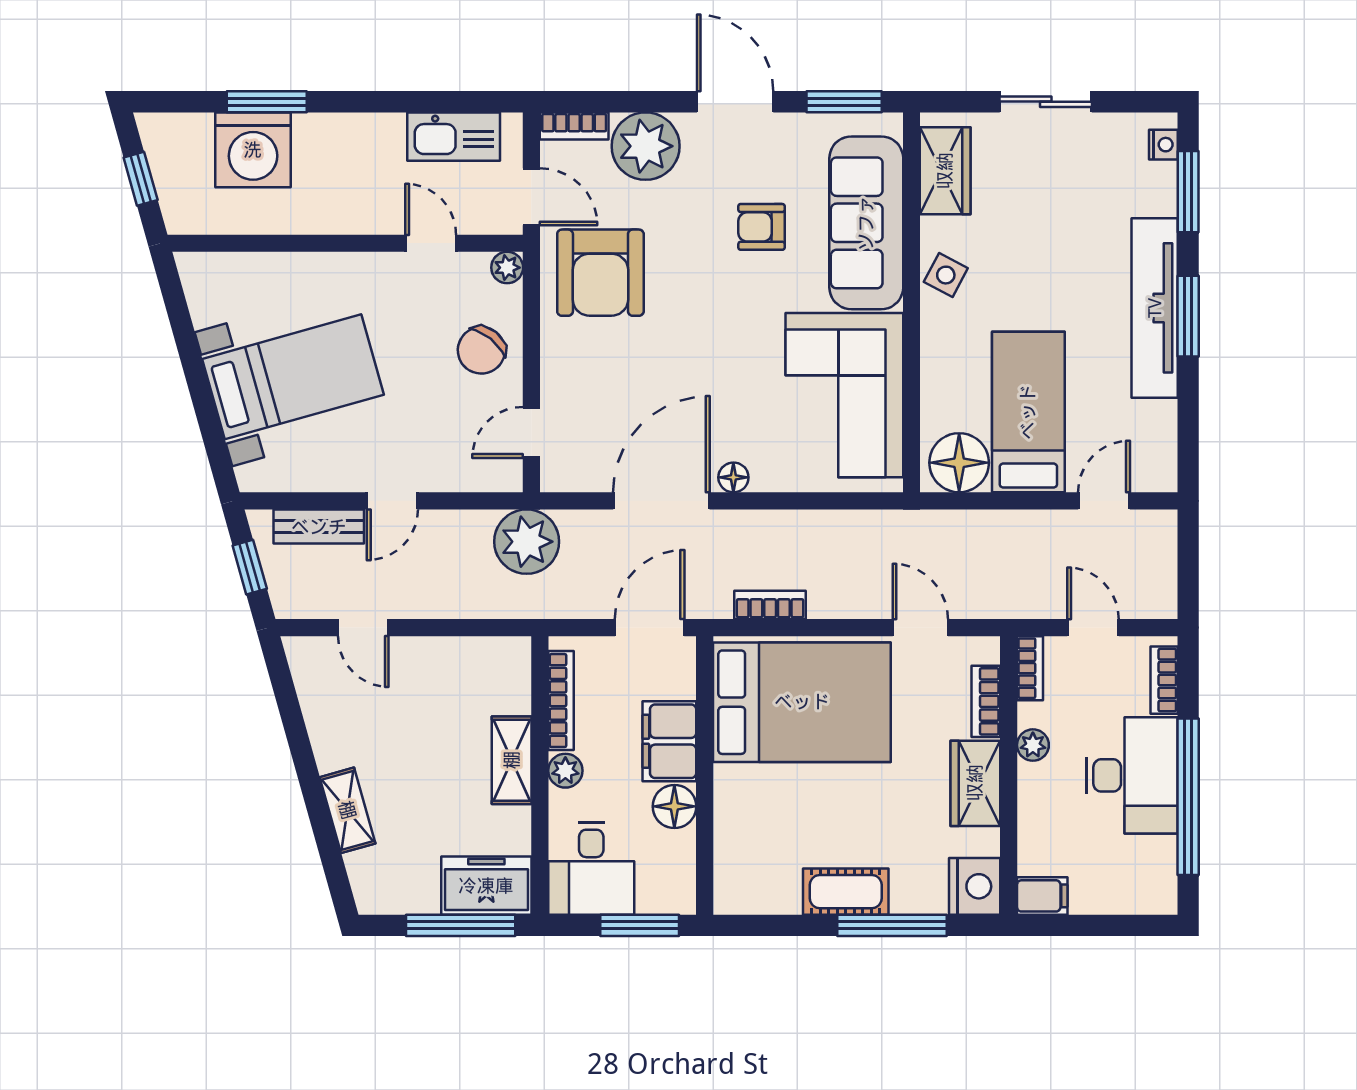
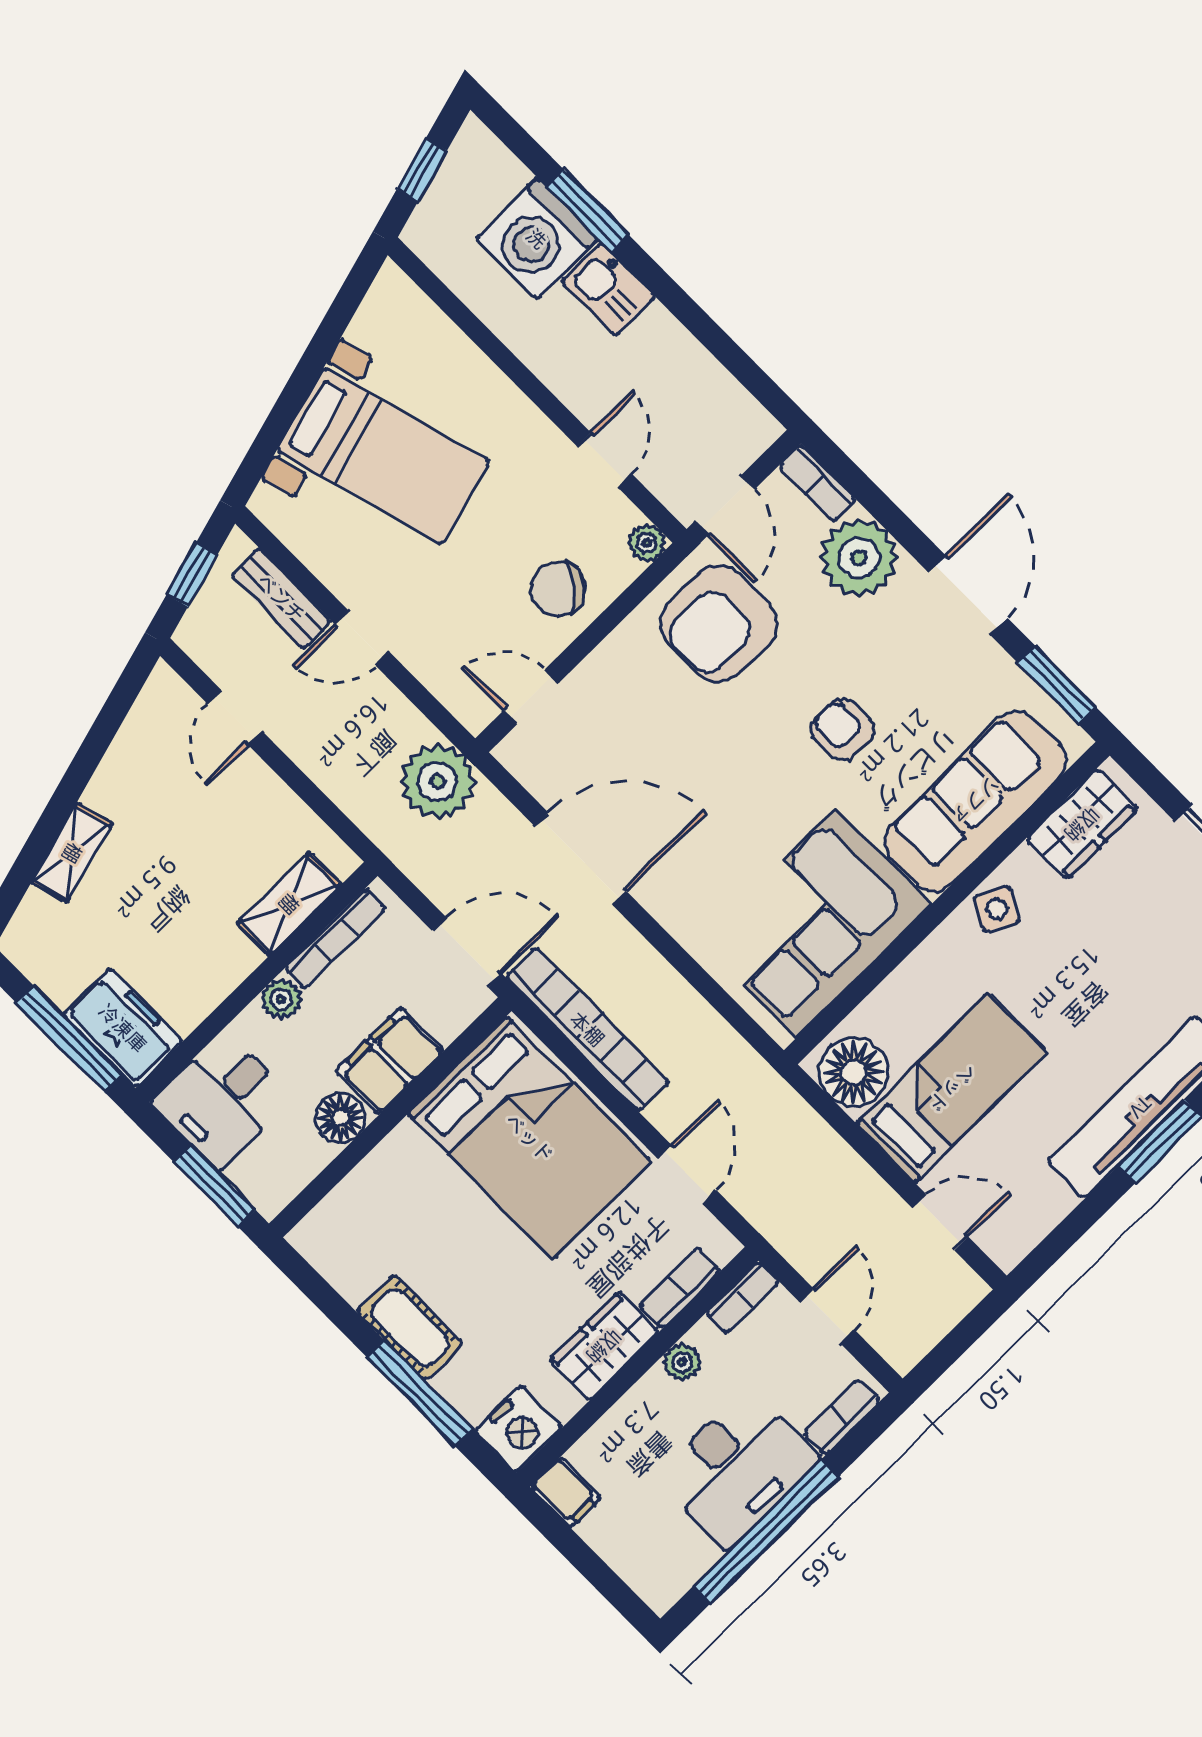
kitchen sink: (454, 137) -> (608, 289), moved, width x0.73
armchair: (761, 227) -> (843, 730), moved
floor lamp: (733, 477) -> (658, 899), removed
bookcase: (770, 605) -> (587, 1029), width x2.31, depth x1.31
shelving: (512, 760) -> (289, 904), moved

